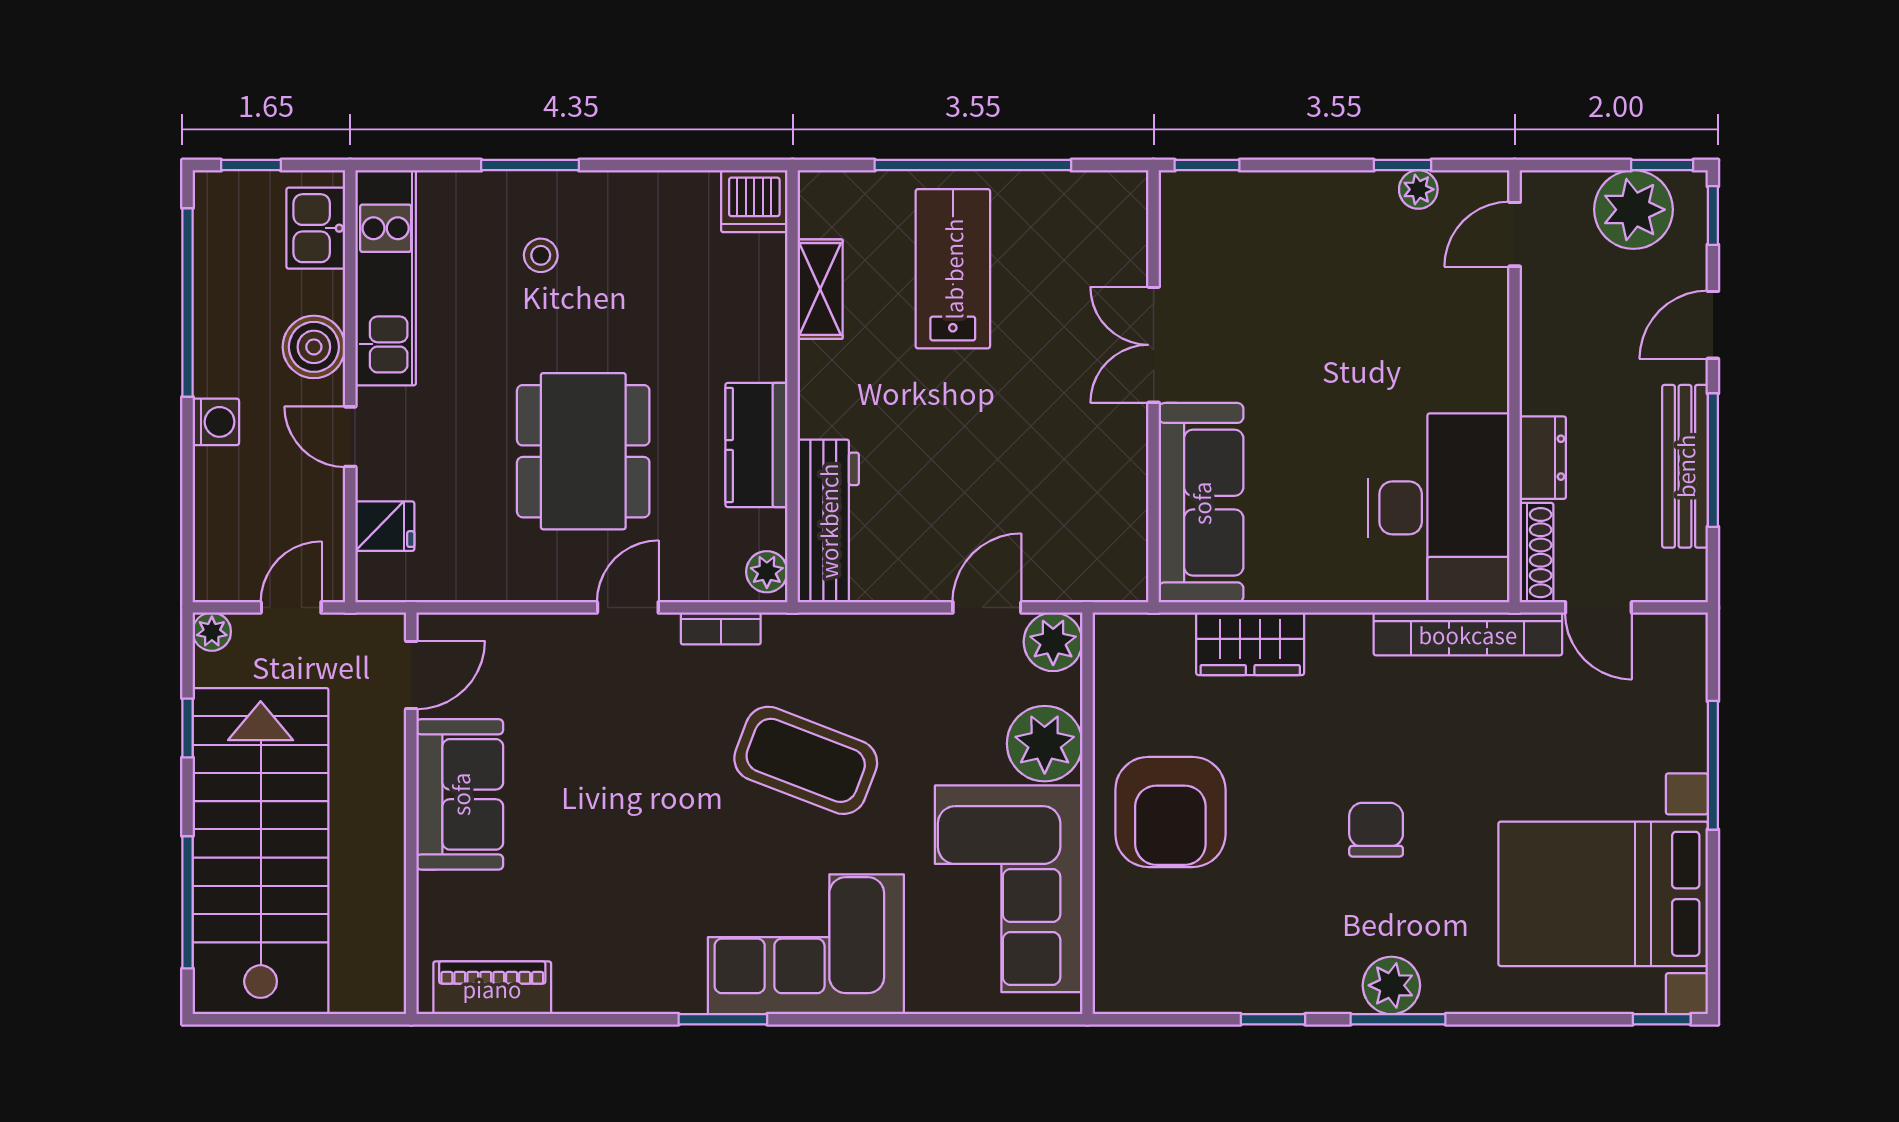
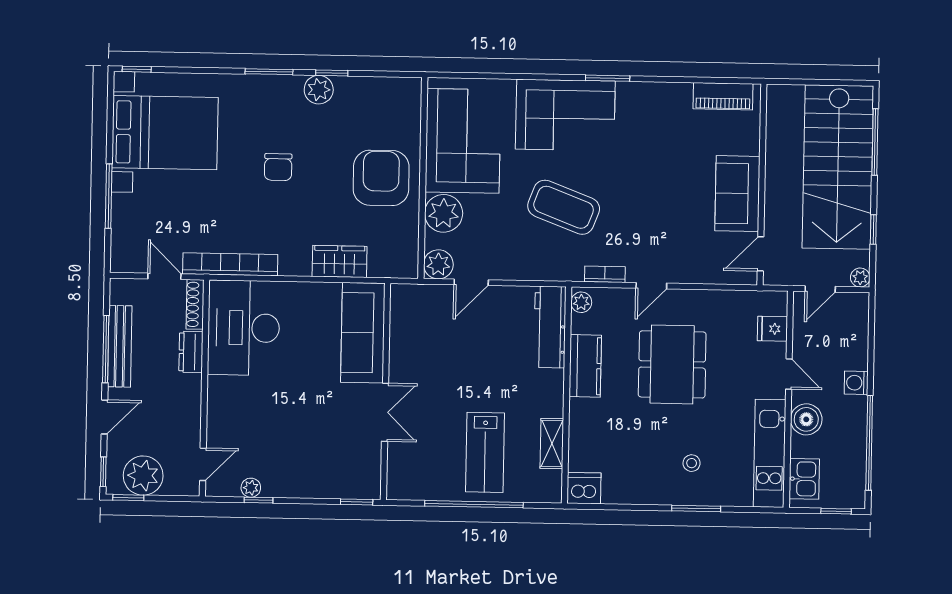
plant: (1391, 985) -> (319, 90), moved

